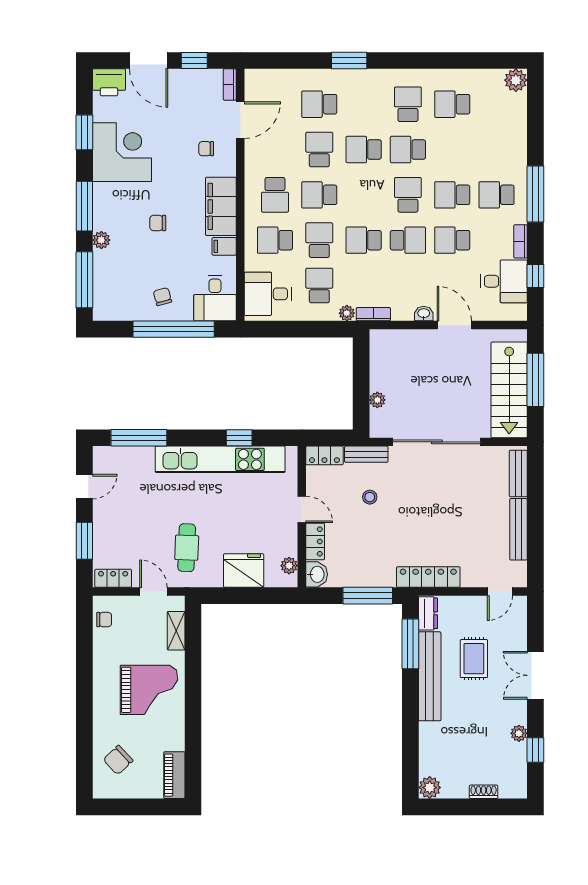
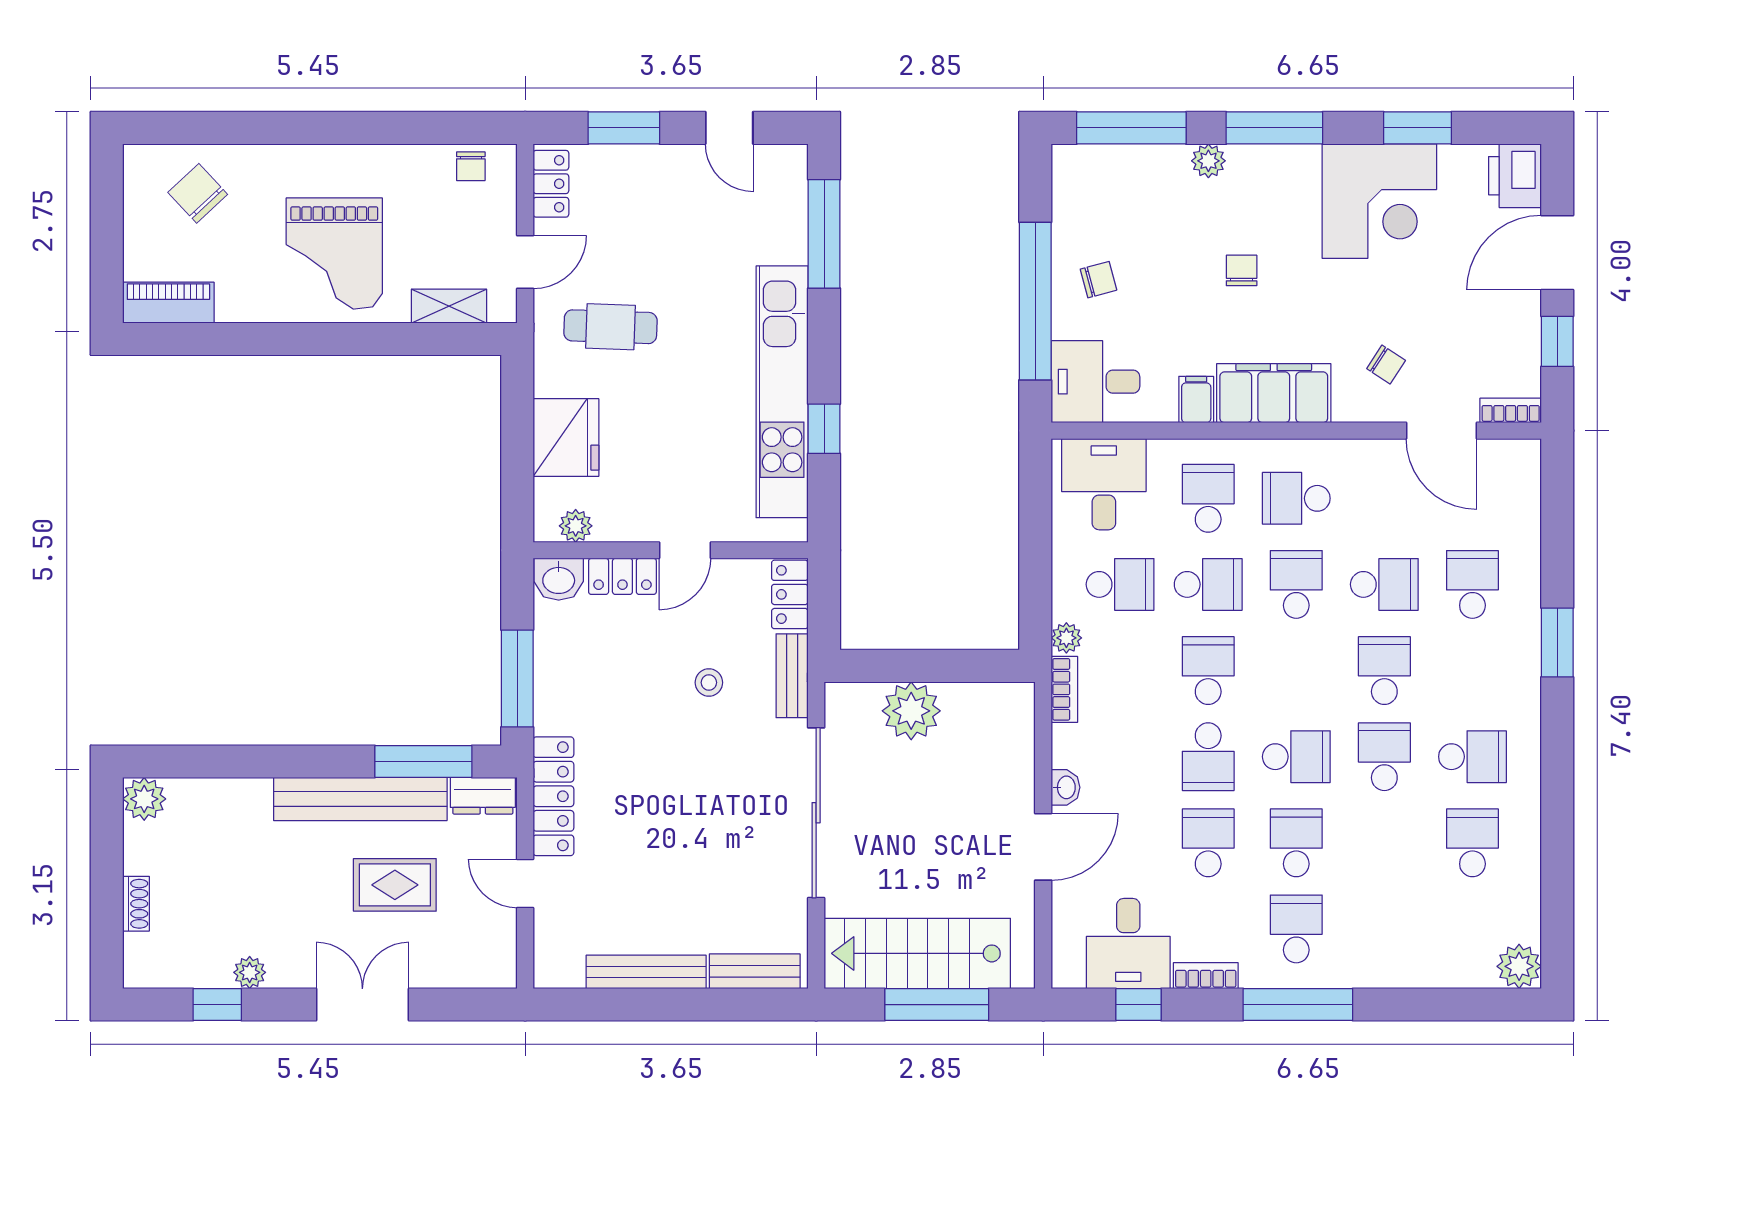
chair: (206, 149) -> (1386, 364), turned 123
plant: (377, 400) -> (911, 711), width x1.87, depth x1.87
door: (500, 592) -> (525, 883), moved

